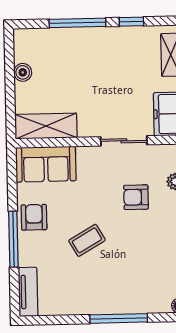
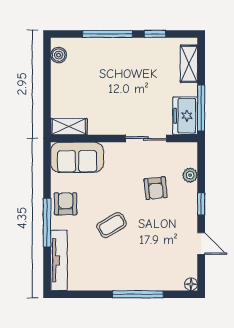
boiler: (23, 72) -> (59, 55), moved
shelving: (46, 126) -> (69, 127), width x0.67, depth x0.75
armchair: (136, 197) -> (156, 188), turned -96
tv unit: (28, 292) -> (59, 260), width x1.41

